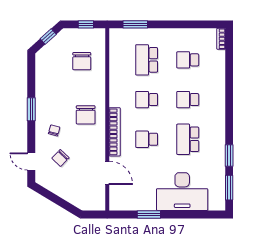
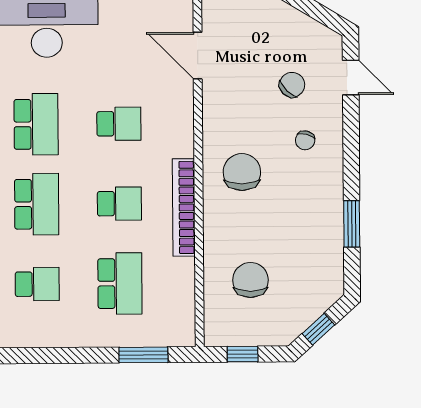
school desk: (188, 100) -> (37, 204), width x1.85
window: (31, 109) -> (352, 224), moved
bookcase: (115, 132) -> (184, 207), moved

